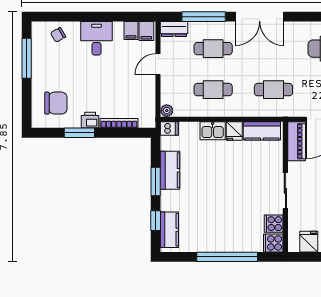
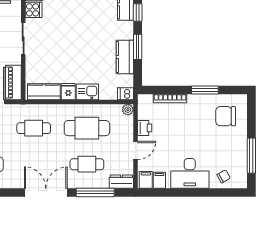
desk: (96, 38) -> (190, 173), width x1.37
cafe table: (213, 90) -> (87, 128), width x1.37, depth x1.35
printer: (90, 120) -> (145, 128), moved, turned -90

